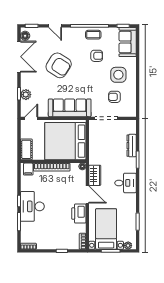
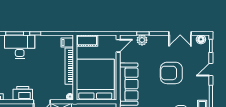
double door: (19, 57) -> (180, 33), width x0.73
armchair: (59, 65) -> (171, 73), turned 58
door: (31, 118) -> (118, 46), hinge flipped
desk: (32, 206) -> (20, 47), moved

